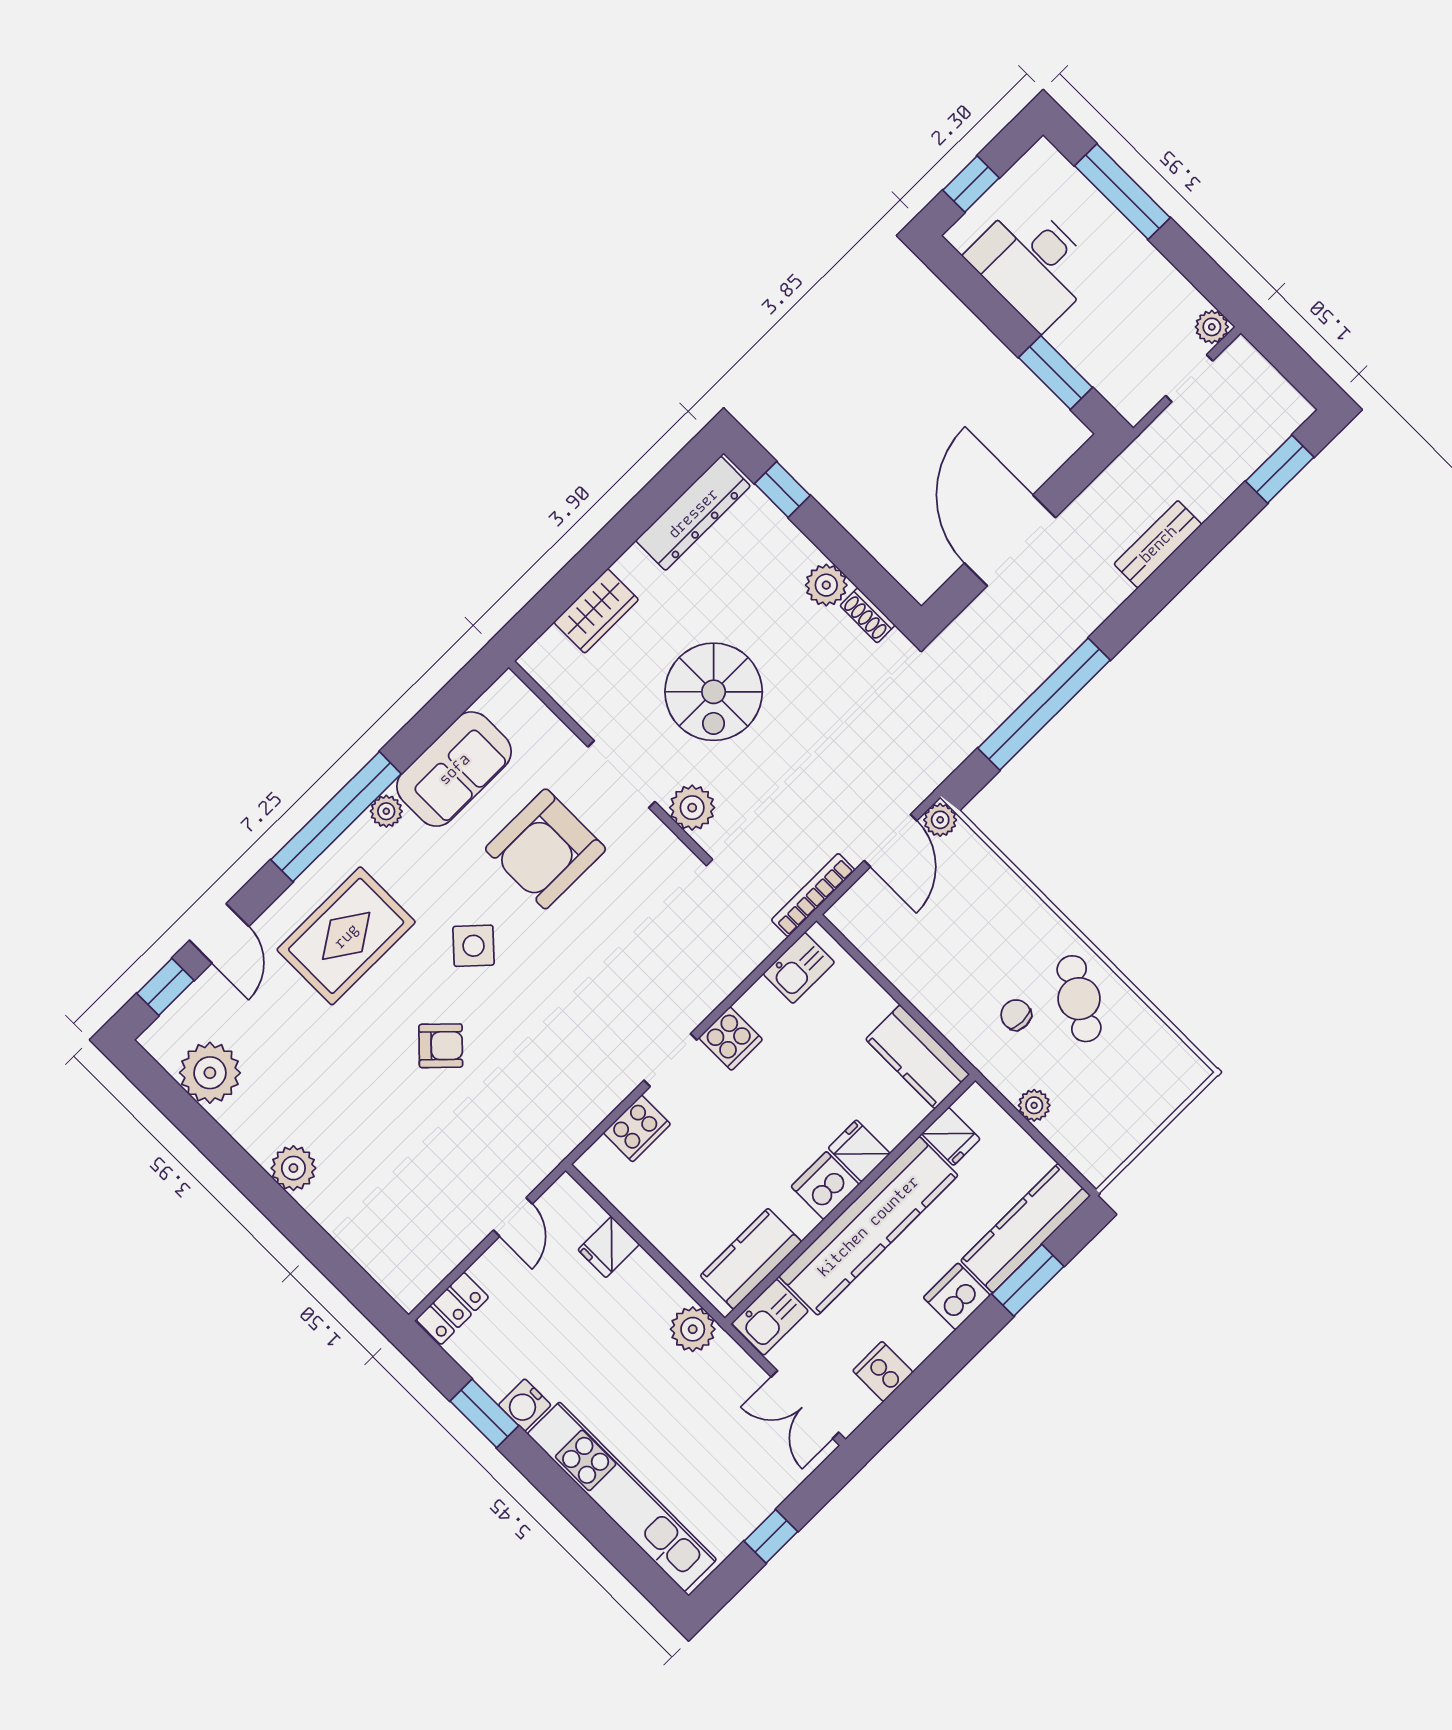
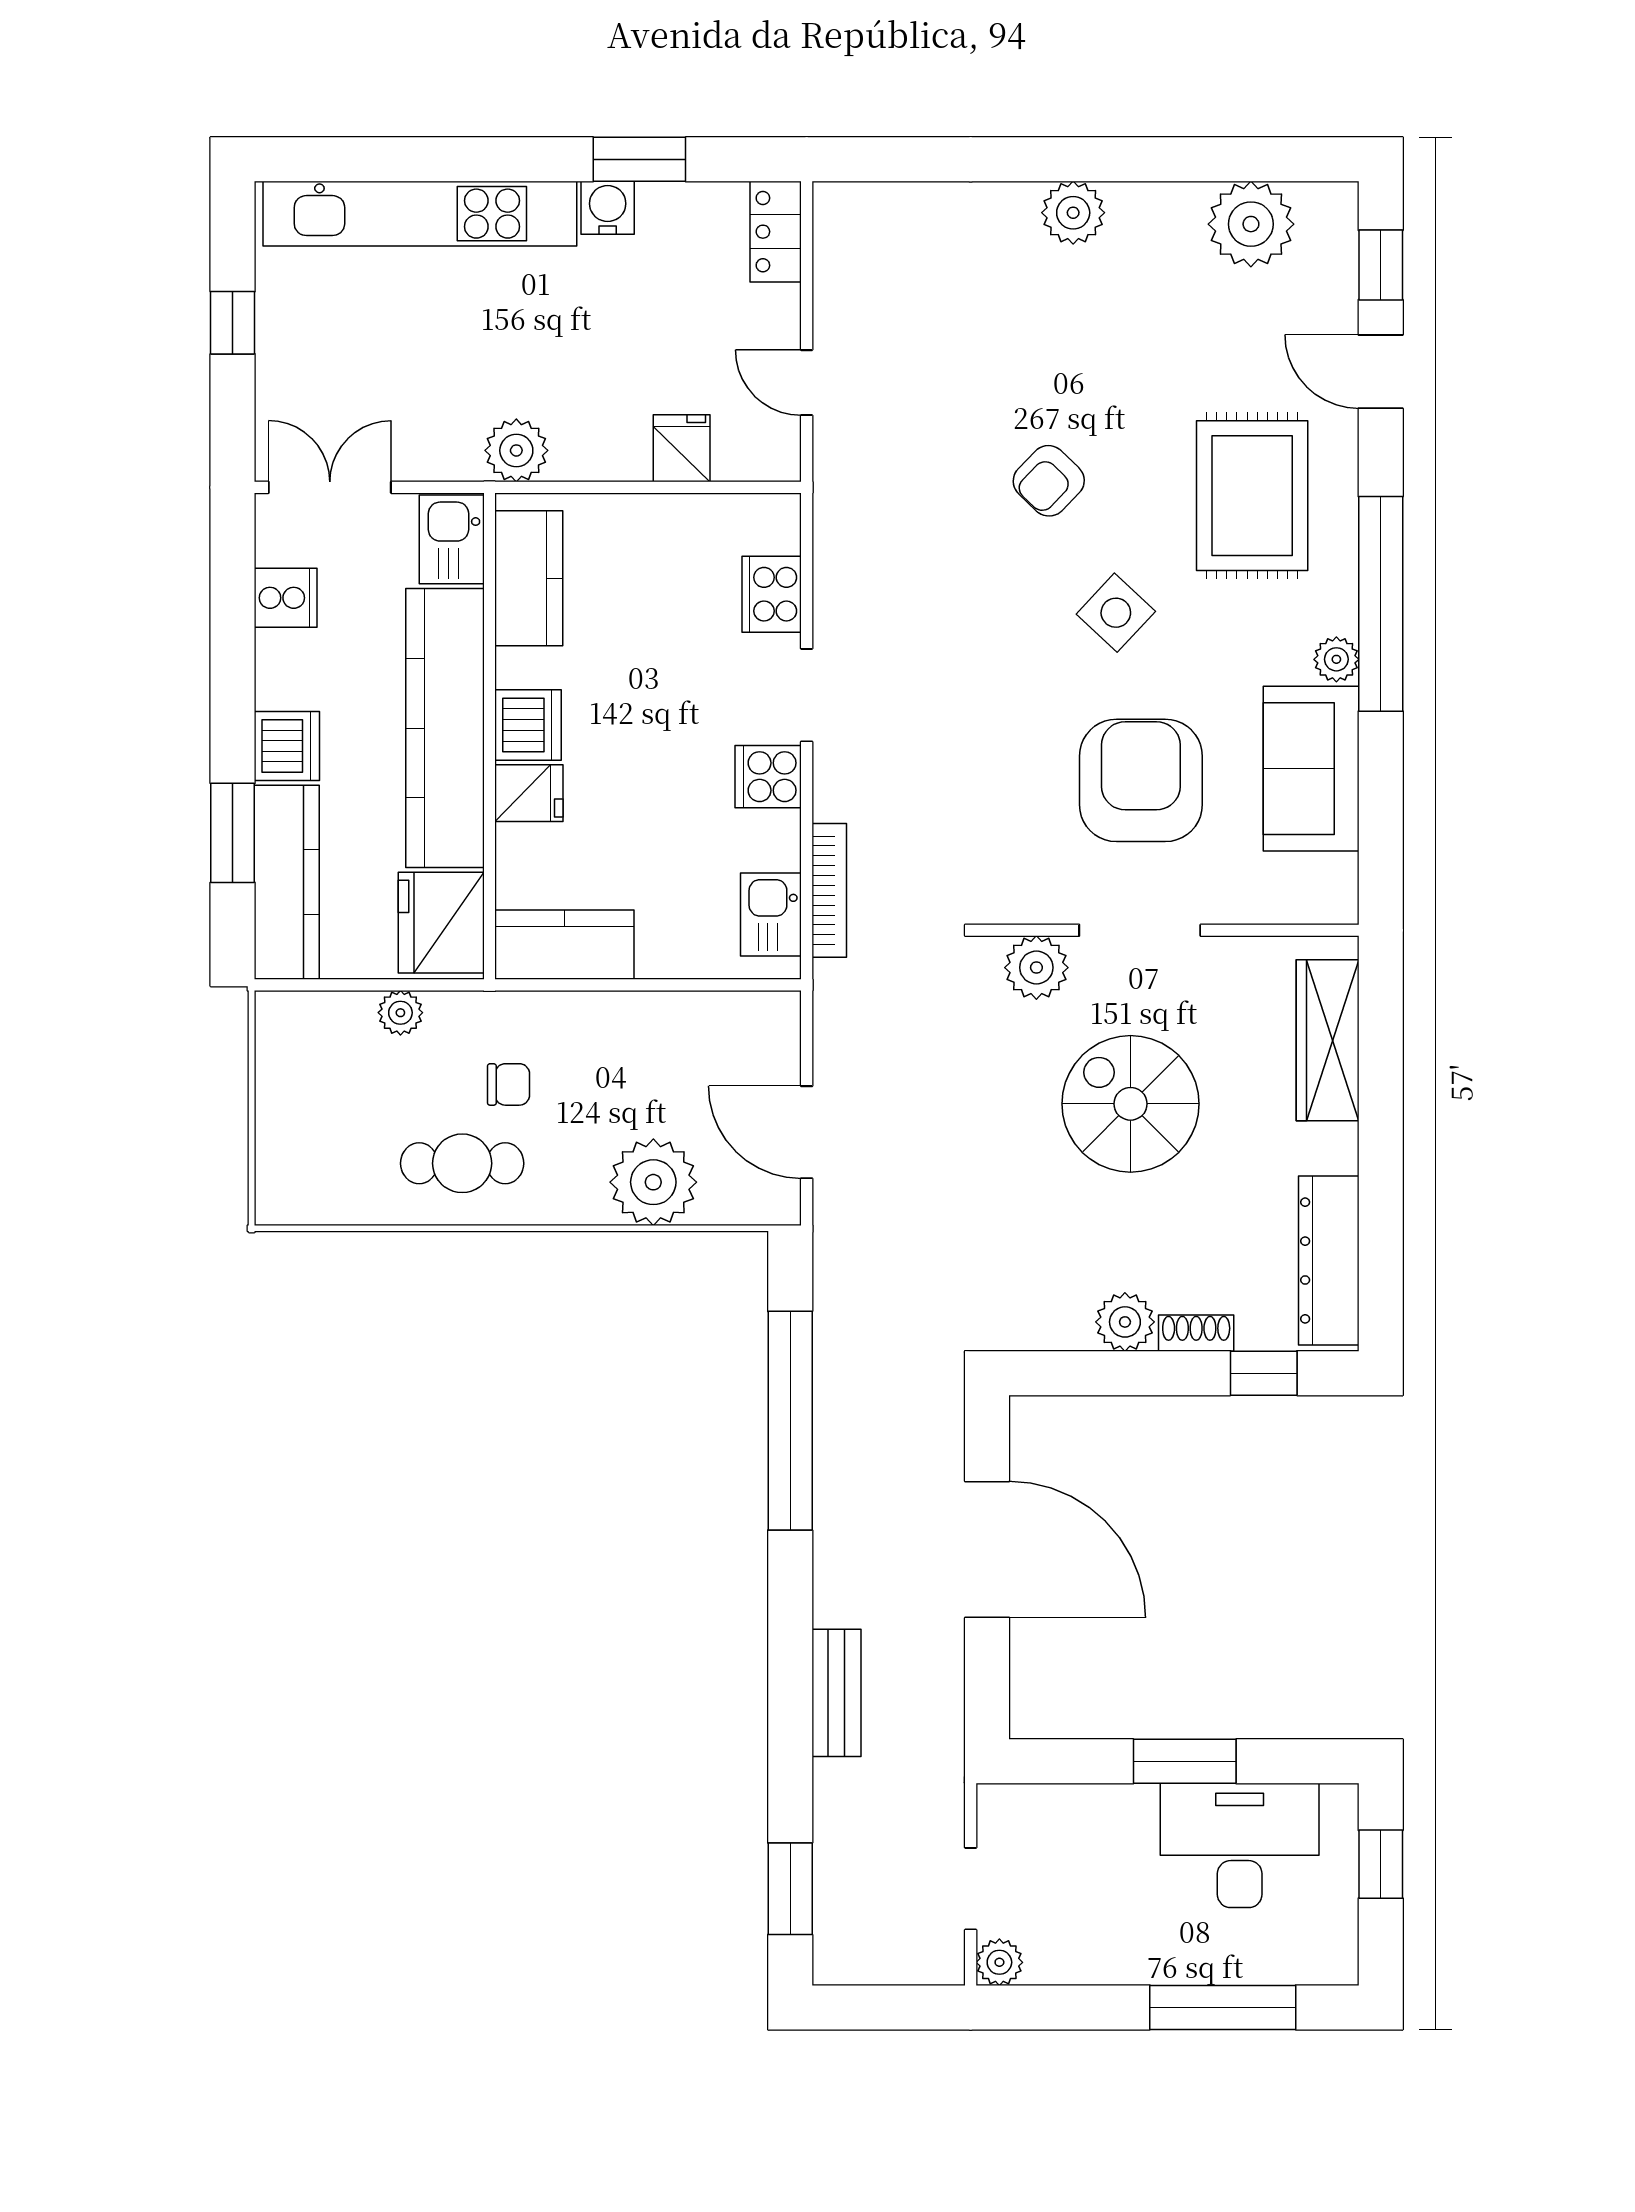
window: (1056, 373) -> (1185, 1761), moved
wardrobe: (596, 611) -> (1328, 1040), width x1.50
shoe rack: (868, 615) -> (1196, 1333), moved
plant: (940, 820) -> (653, 1182), moved, width x1.87, depth x1.87
bookcase: (813, 895) -> (829, 890), moved
cafe table: (1079, 999) -> (462, 1163), turned -31
fridge: (951, 1136) -> (441, 923), width x1.88, depth x1.34

